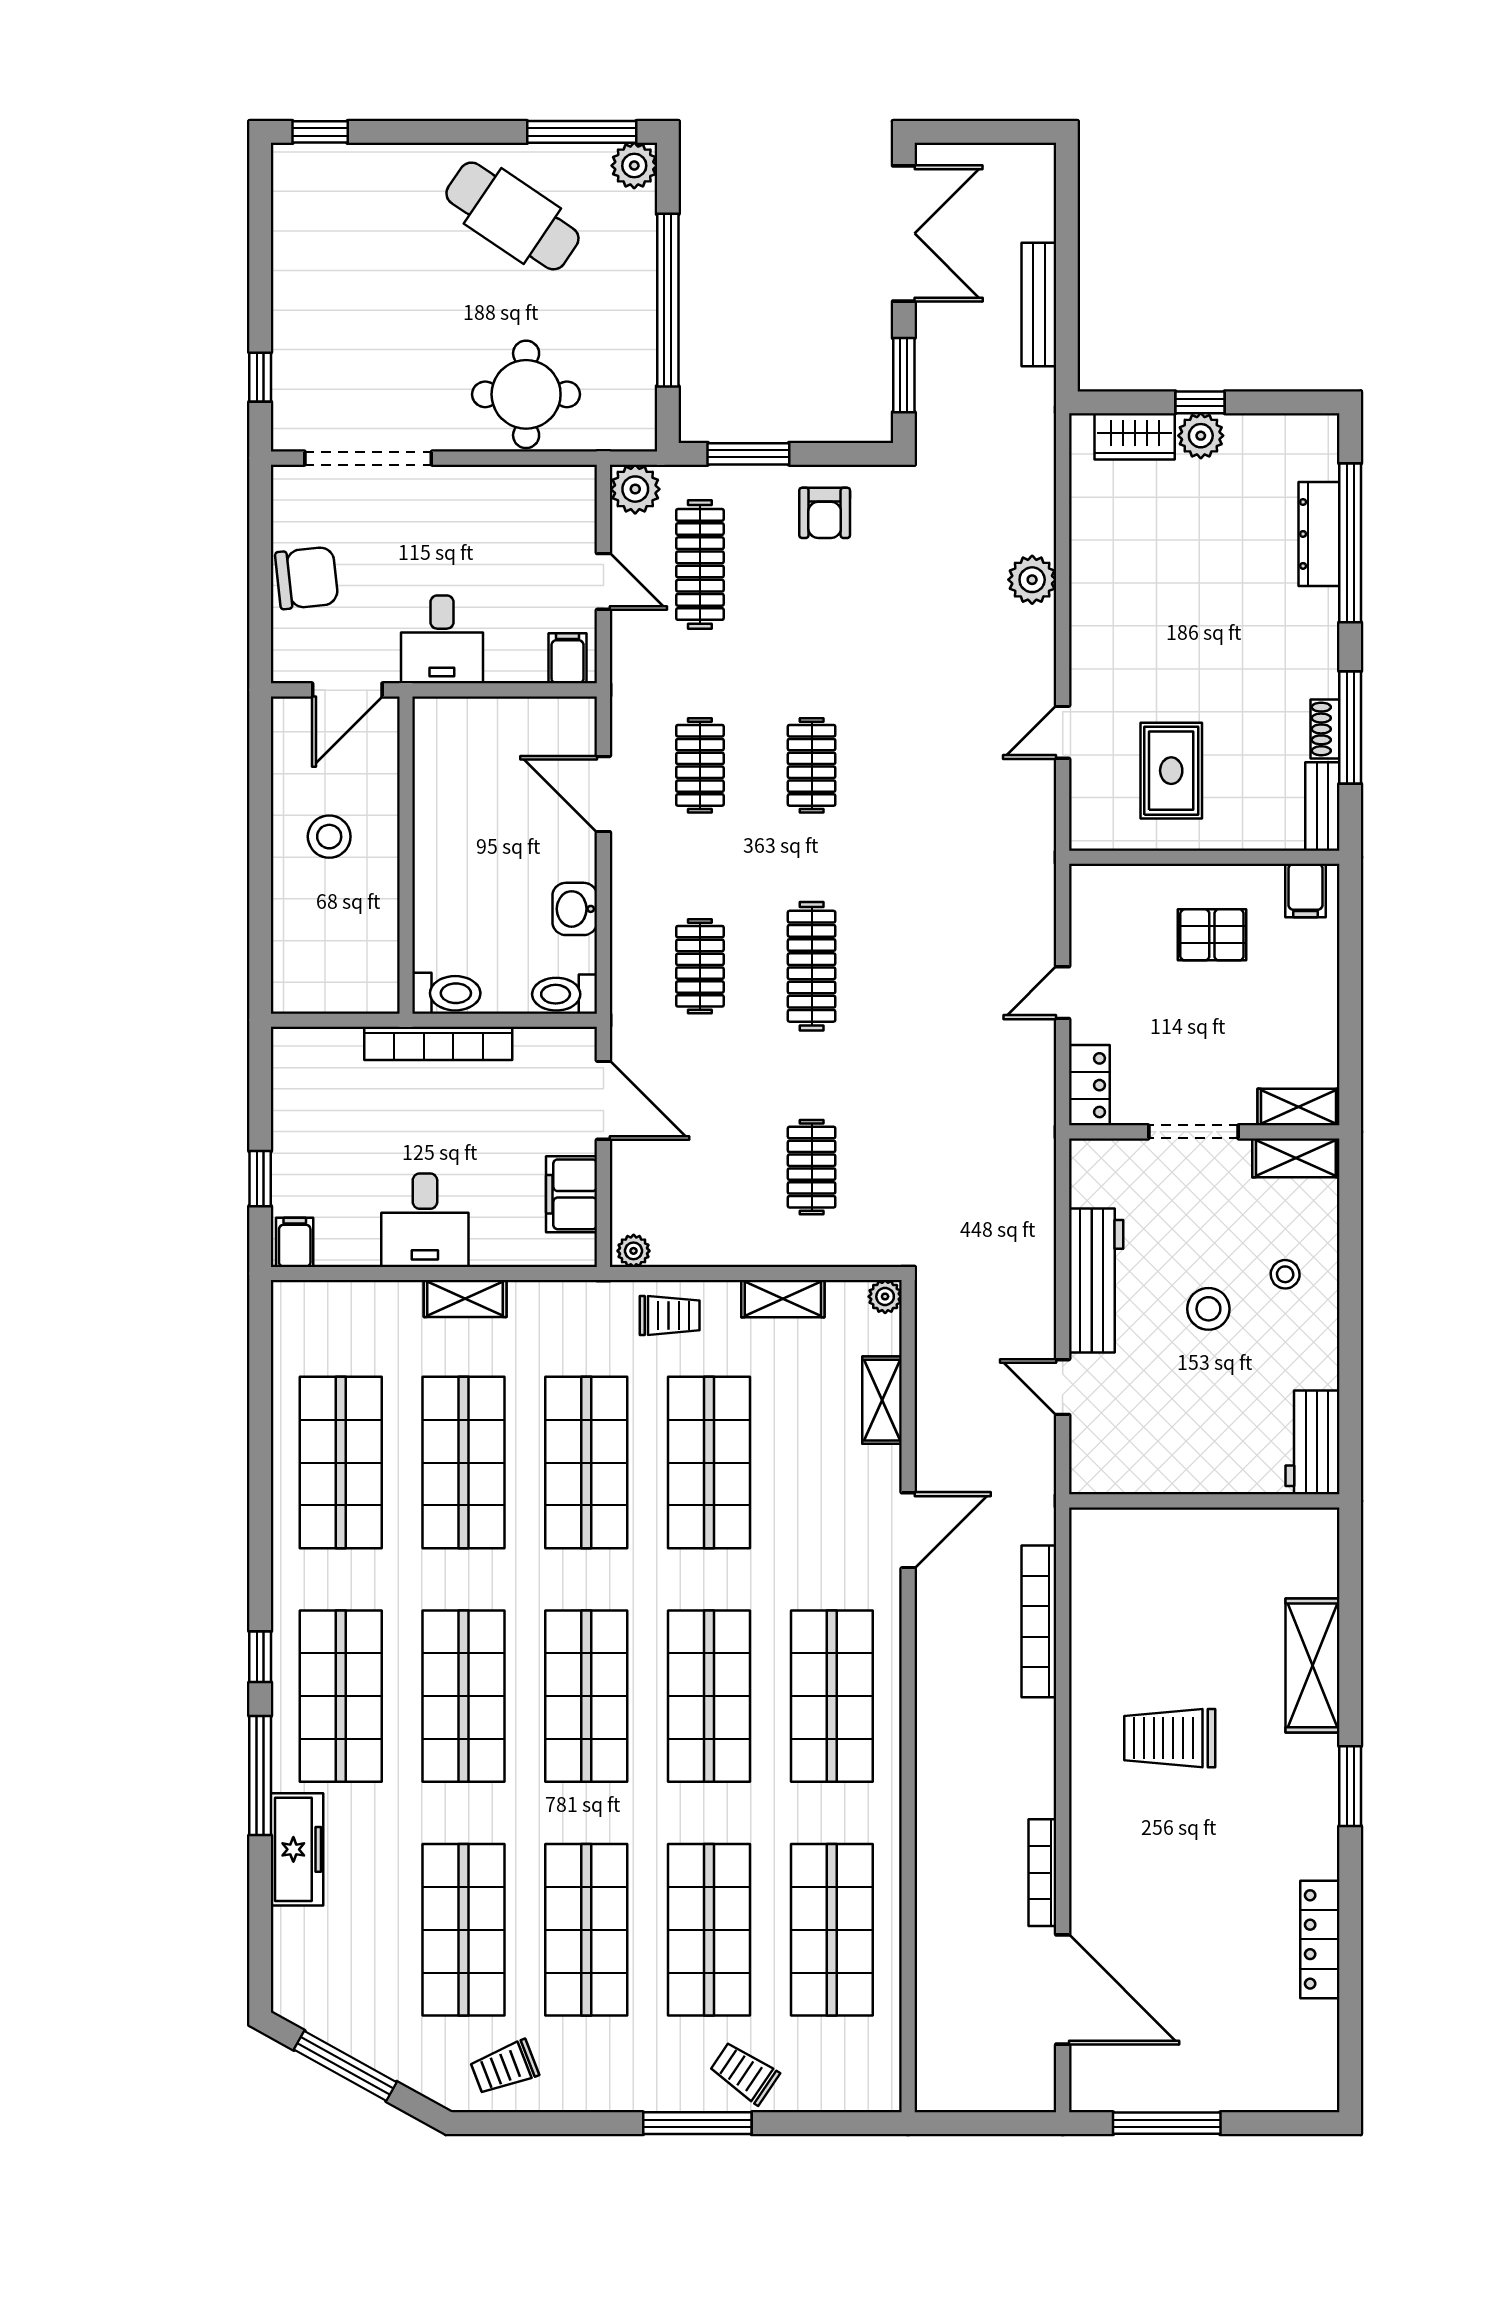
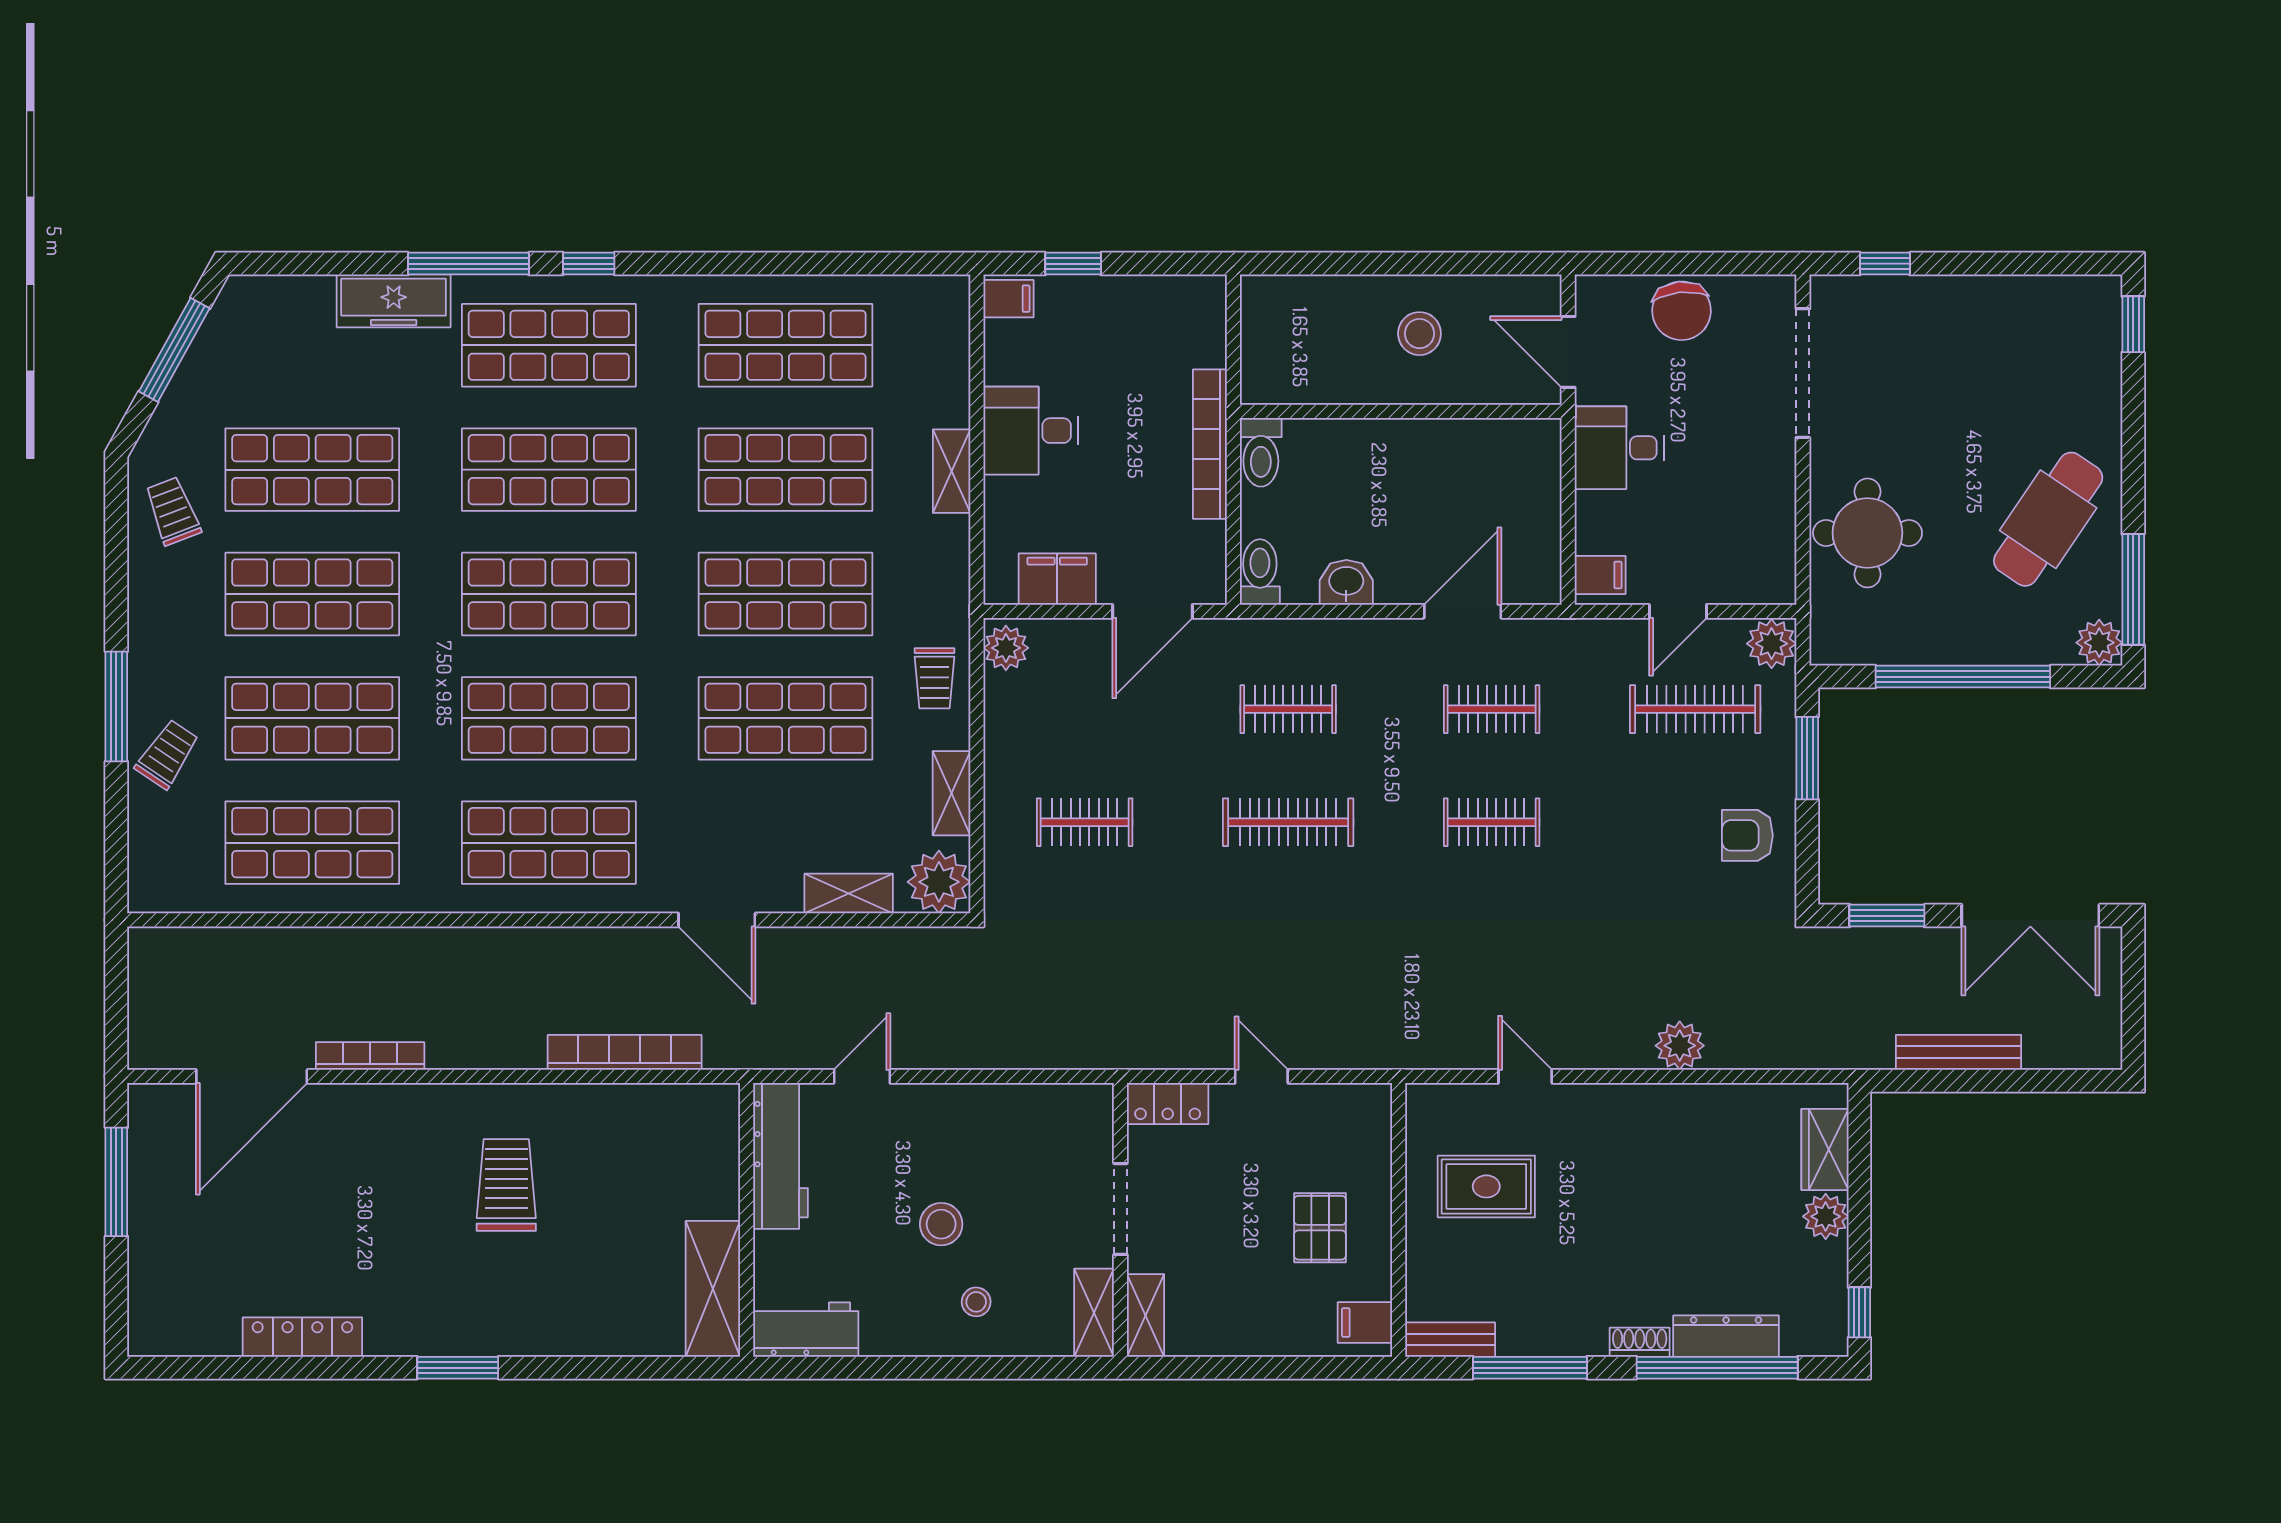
window: (1200, 402) -> (1859, 1312), moved
shoe rack: (1325, 729) -> (1640, 1342), moved
plant: (634, 1251) -> (1006, 648), width x1.38, depth x1.38
workbench: (1096, 1280) -> (781, 1156), moved, turned -90
plant: (885, 1297) -> (939, 882), width x1.88, depth x1.88
shelving: (1313, 1665) -> (713, 1289), moved, turned 90

